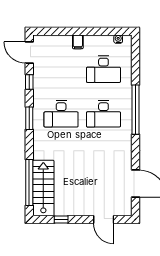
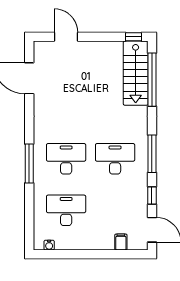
filing cabinet: (78, 42) -> (121, 242), moved
window: (135, 110) -> (29, 164), width x0.68
window: (29, 118) -> (152, 154), width x1.44
window: (61, 220) -> (133, 37), moved

